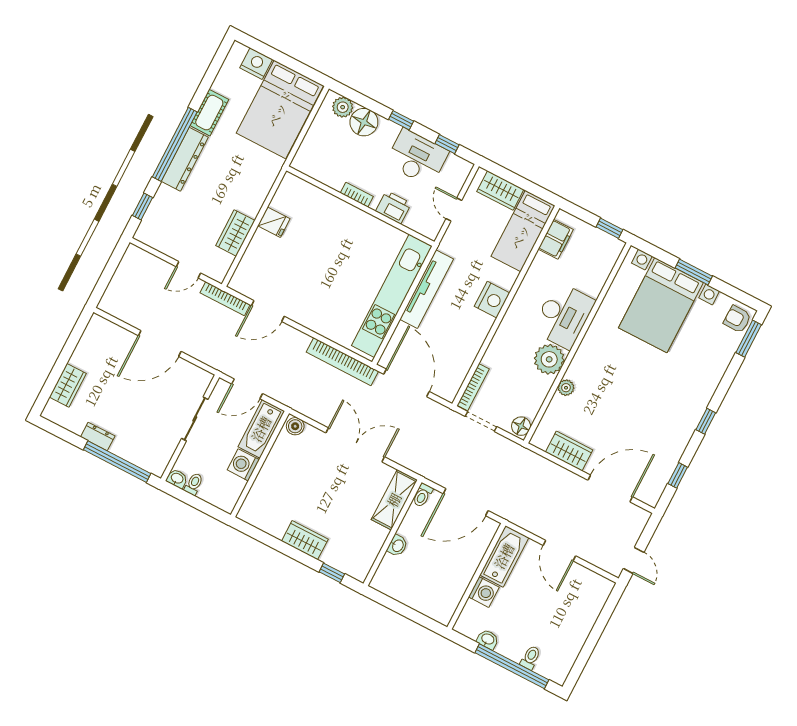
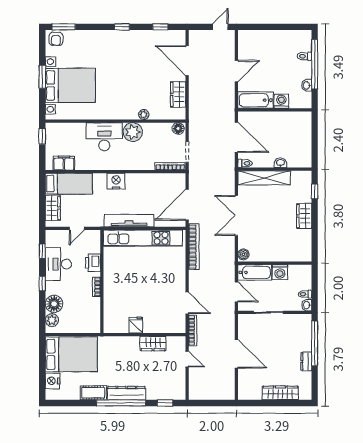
wardrobe: (68, 385) -> (280, 393), width x1.50
shelving: (394, 500) -> (264, 178), width x1.47

